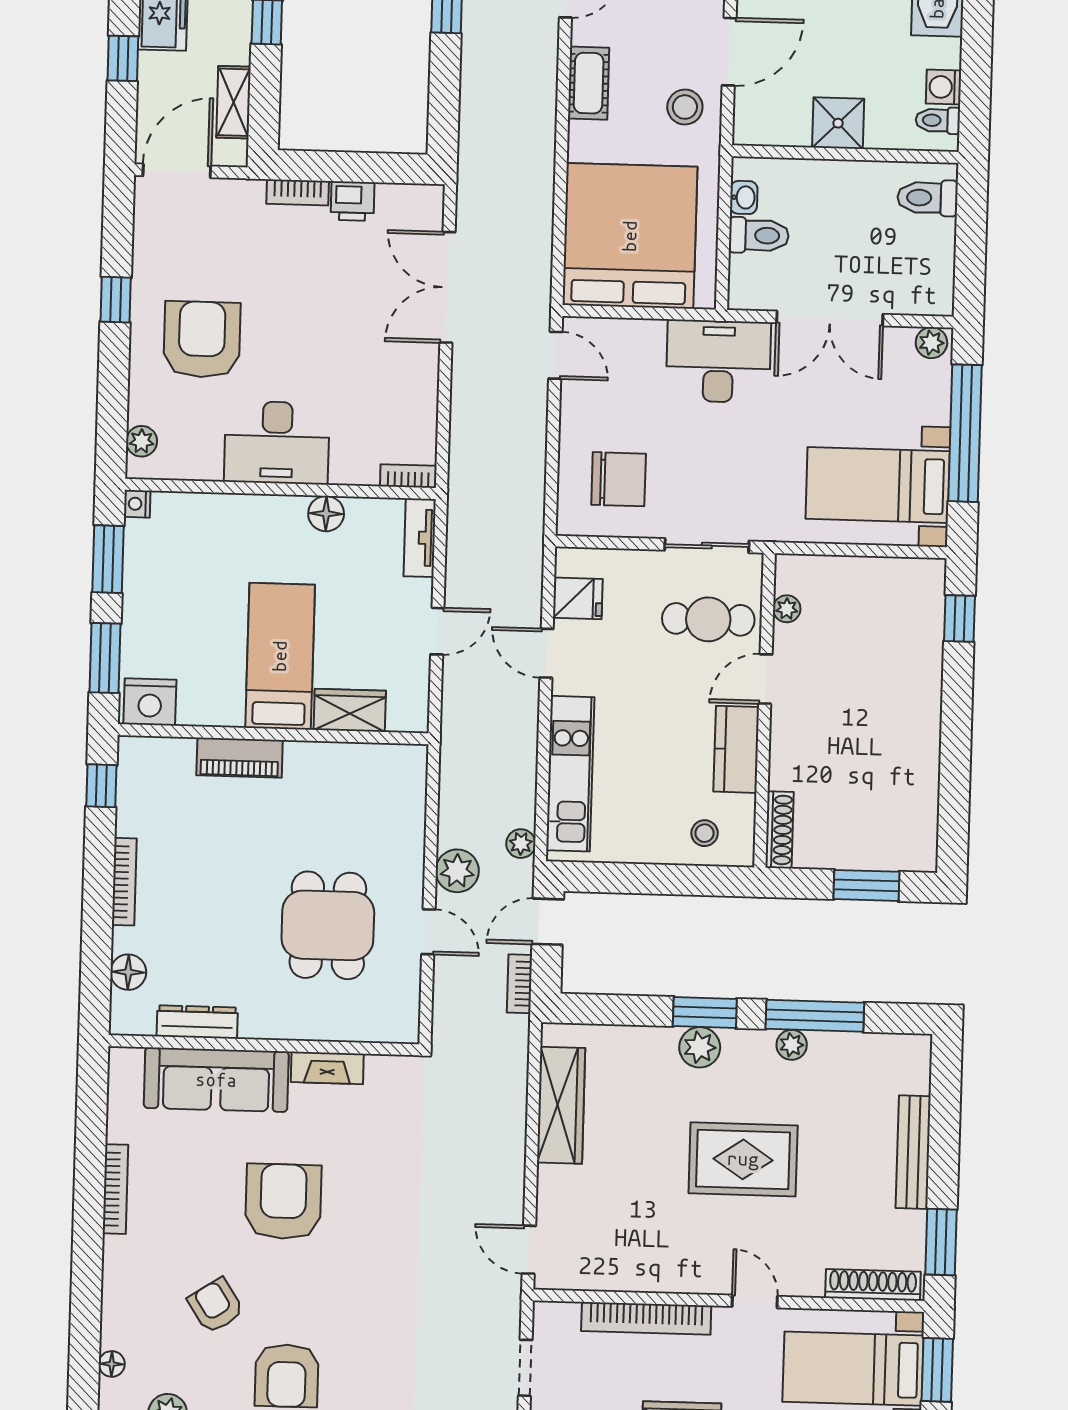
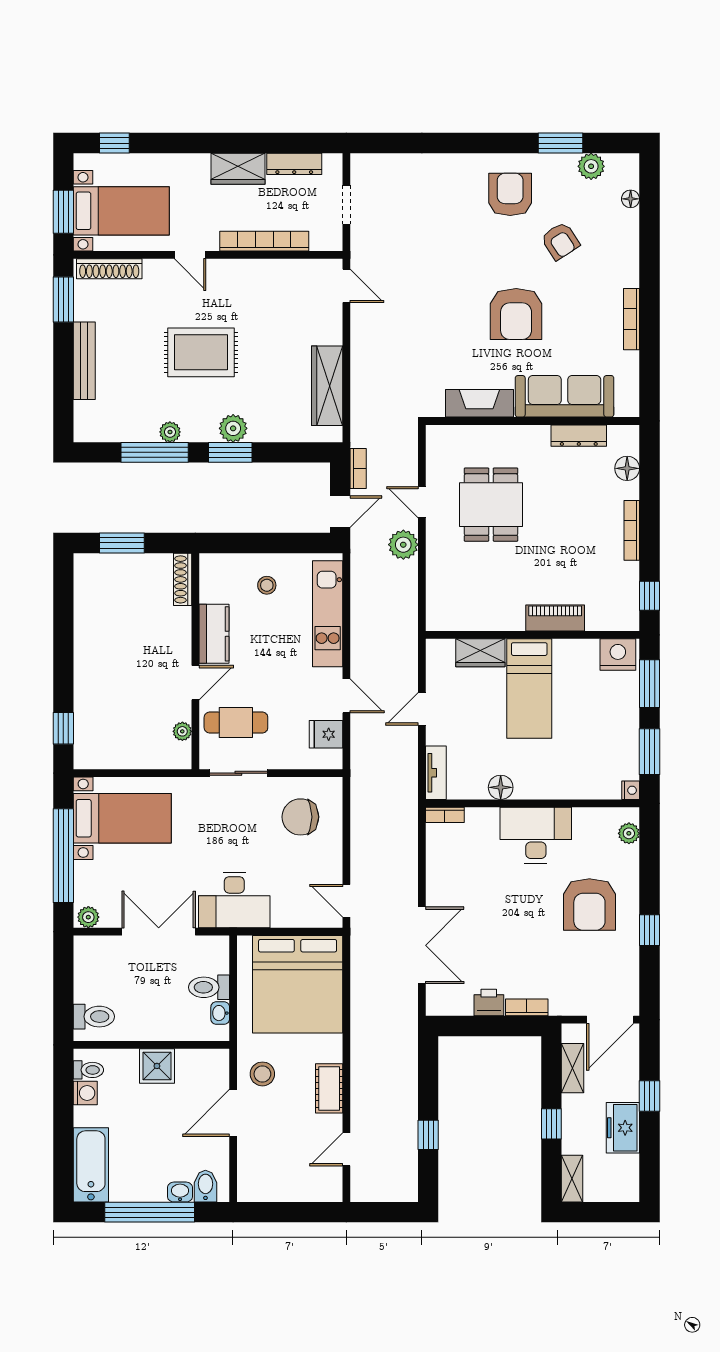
stool: (705, 833) -> (267, 585), moved
plant: (521, 844) -> (360, 565), removed
fireplace: (327, 1068) -> (479, 403), width x1.37, depth x1.32

